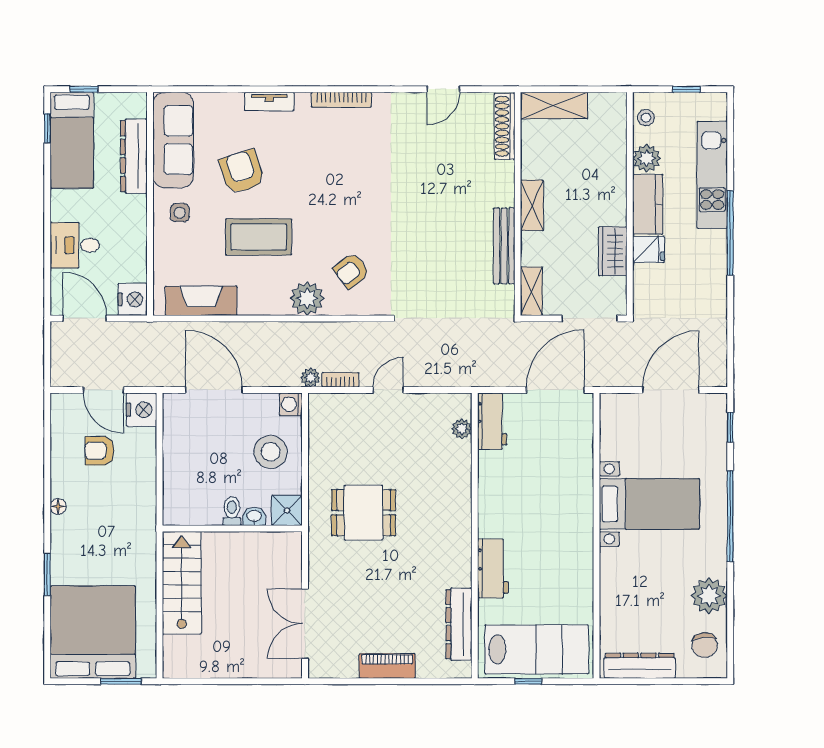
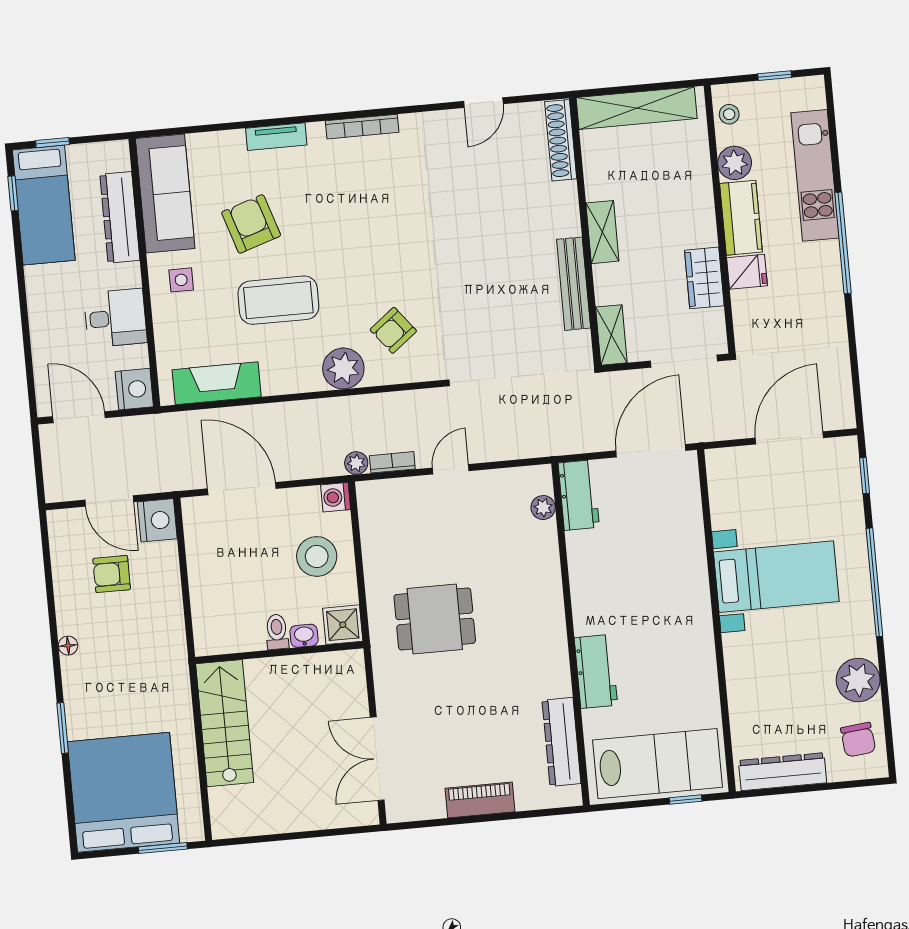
shelving: (554, 105) -> (637, 108), width x1.47
desk: (75, 245) -> (115, 318), moved, turned 180
window: (528, 681) -> (686, 800), moved

